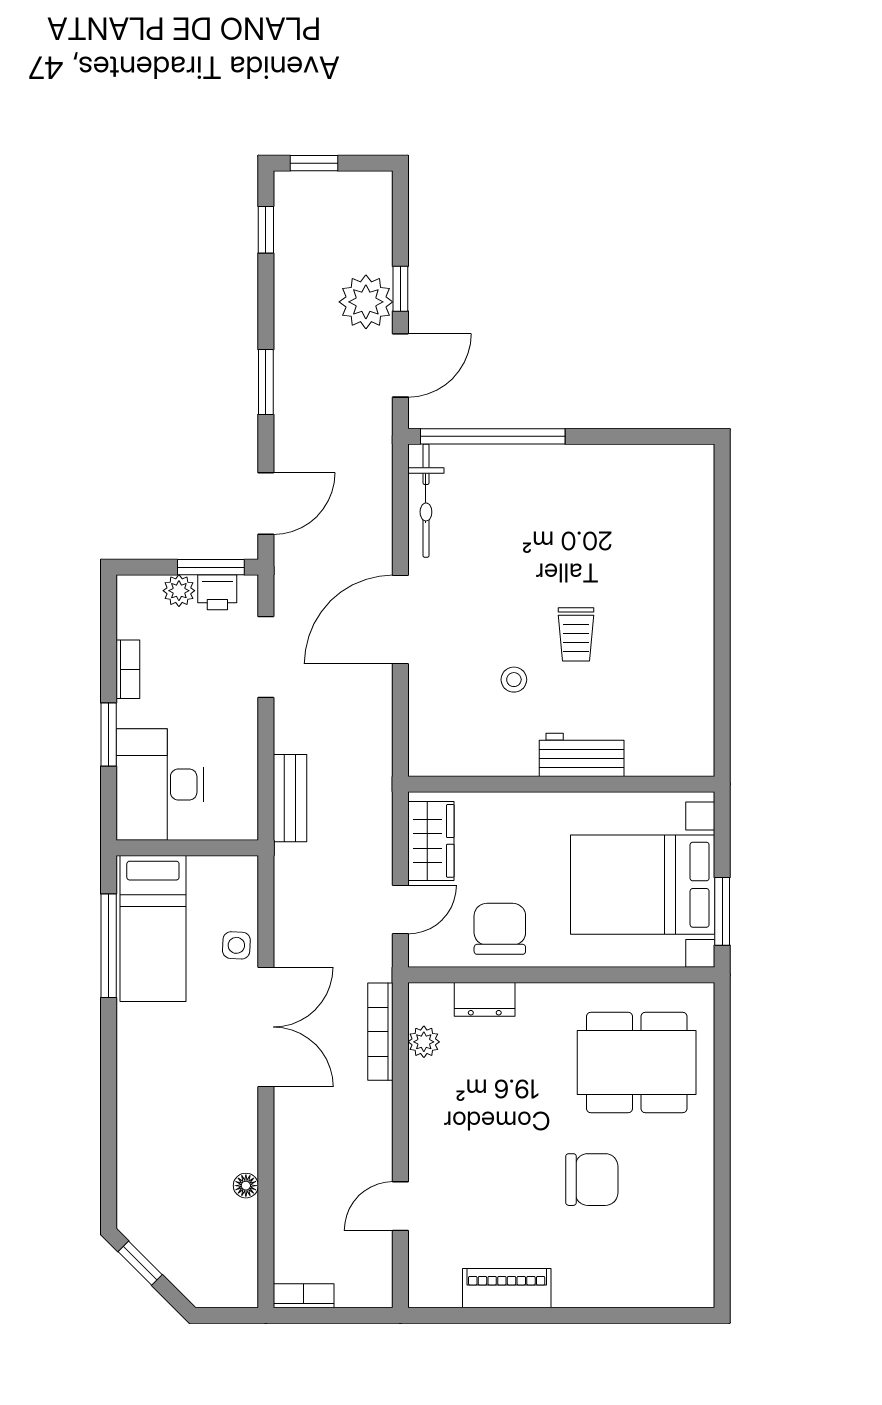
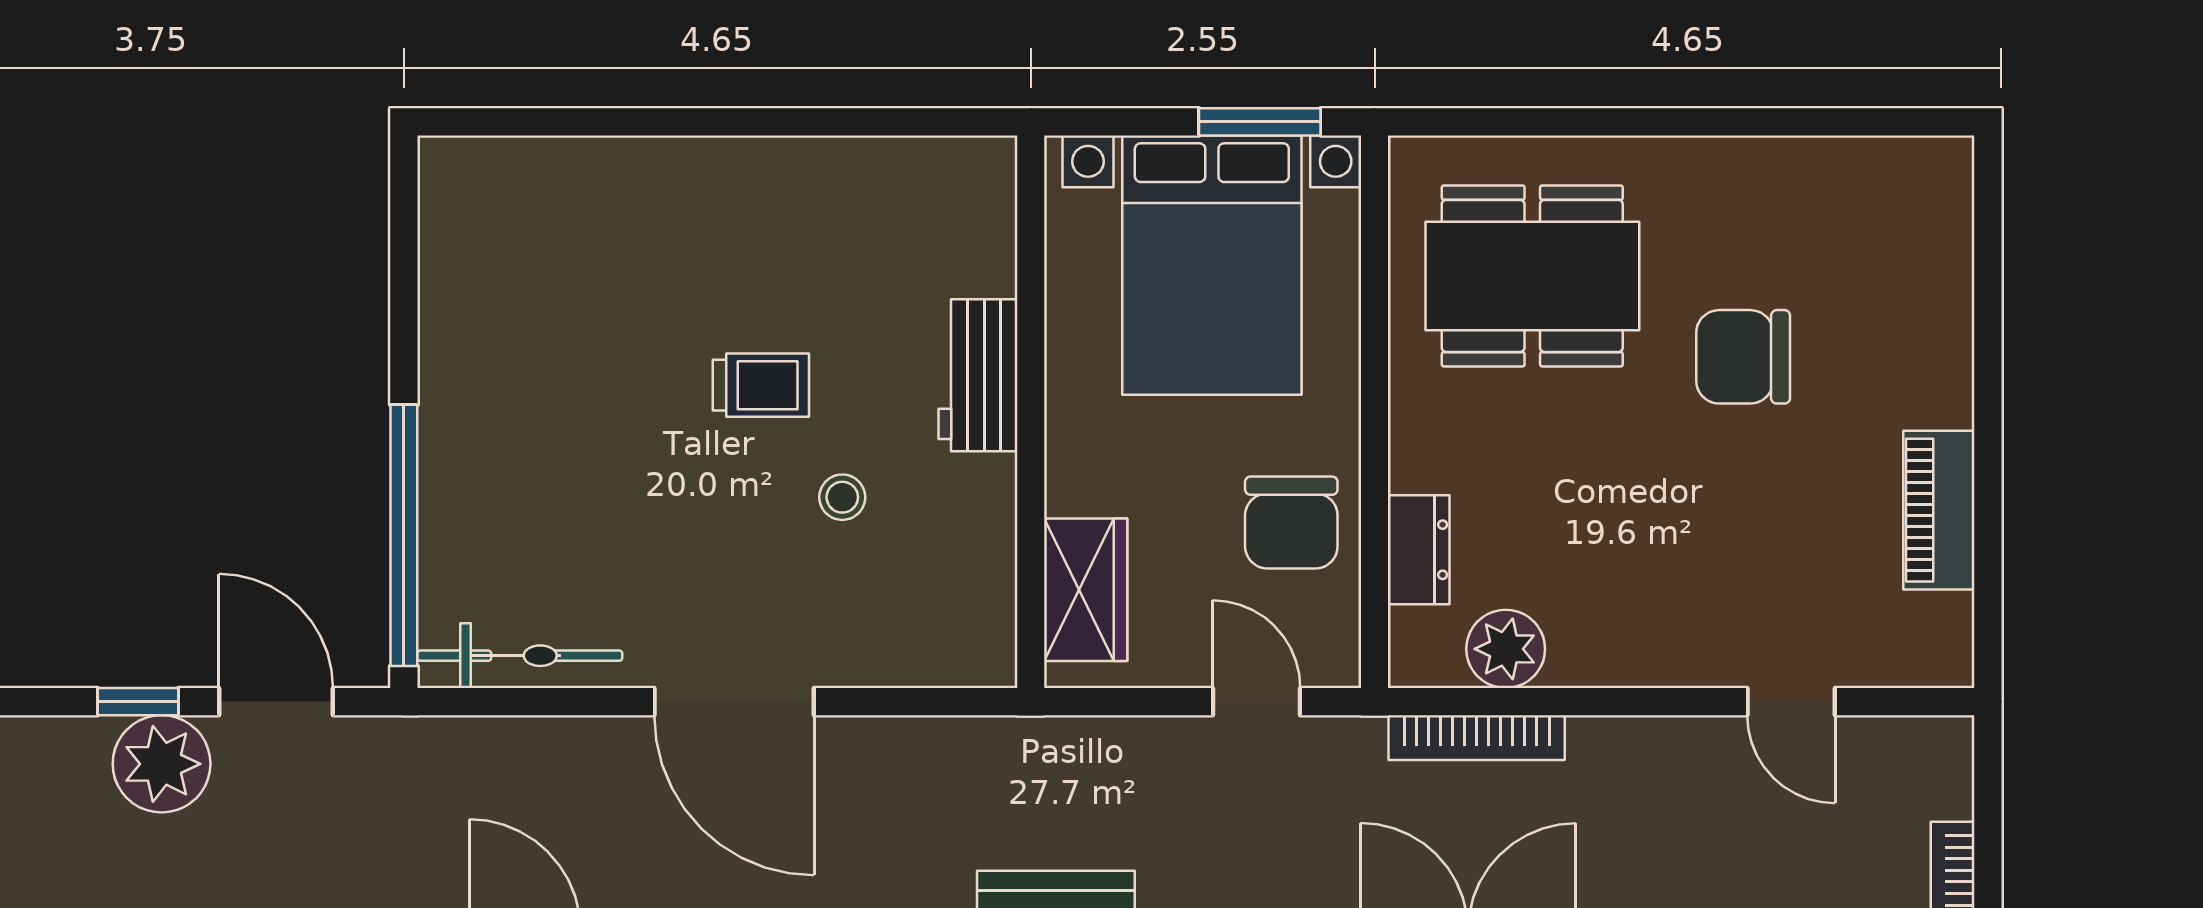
wardrobe: (431, 841) -> (1086, 590), moved, turned 90
chair: (500, 929) -> (1291, 523), turned -90
plant: (424, 1042) -> (1506, 649), width x1.38, depth x1.38
dining table: (637, 1063) -> (1532, 276), turned 90
chair: (592, 1180) -> (1743, 357), turned -90

